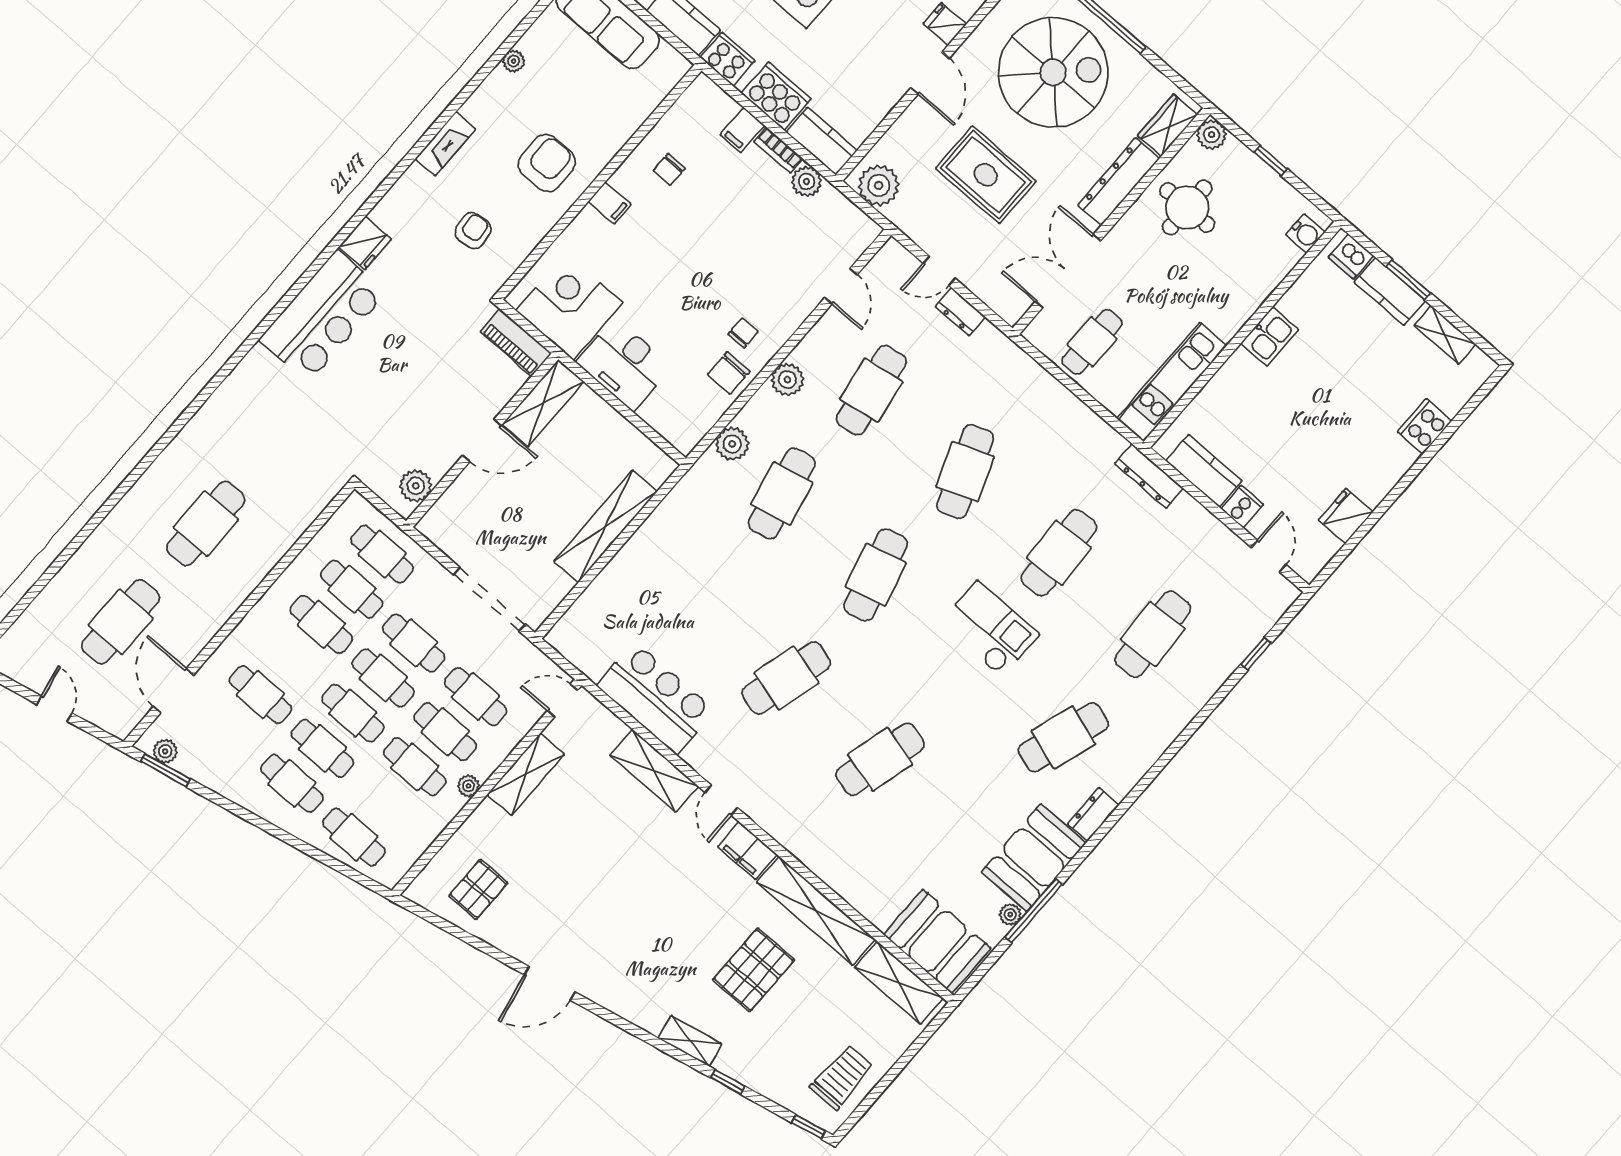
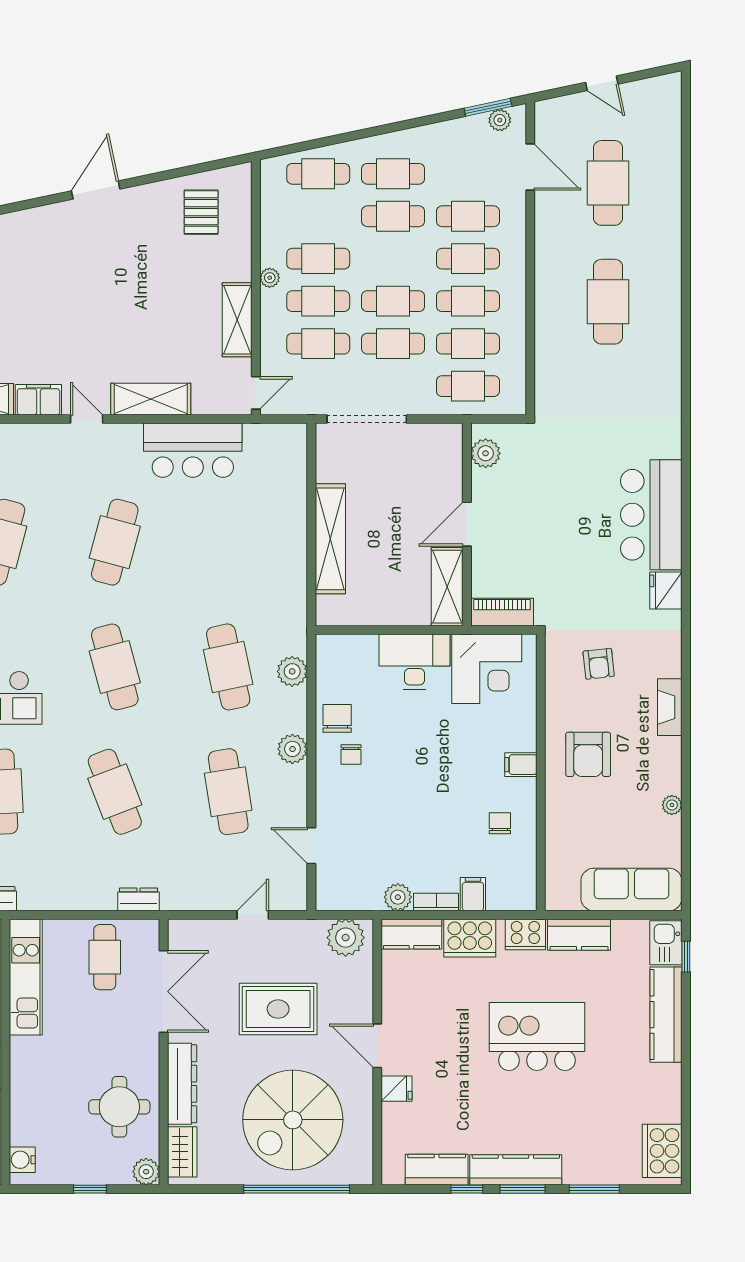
dresser: (960, 312) -> (139, 899), moved
cafe table: (353, 713) -> (468, 259), moved

